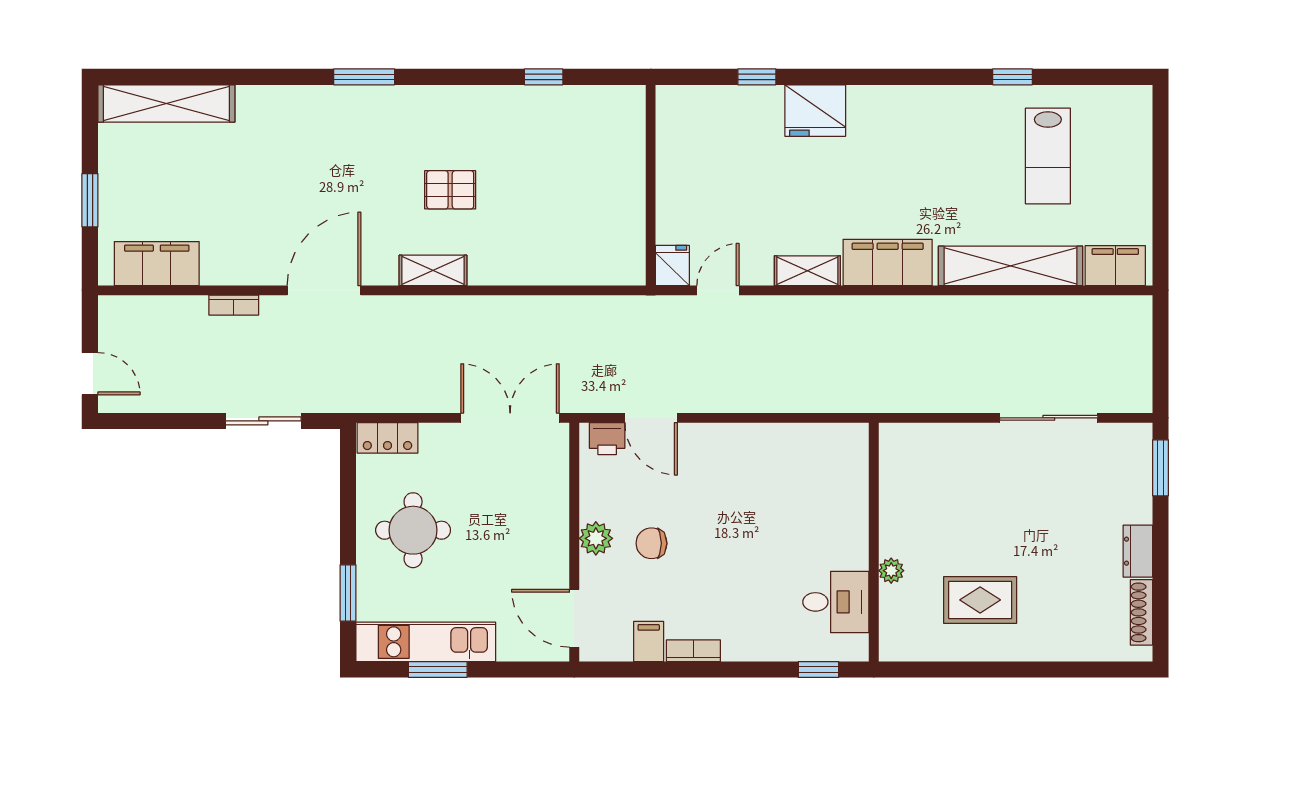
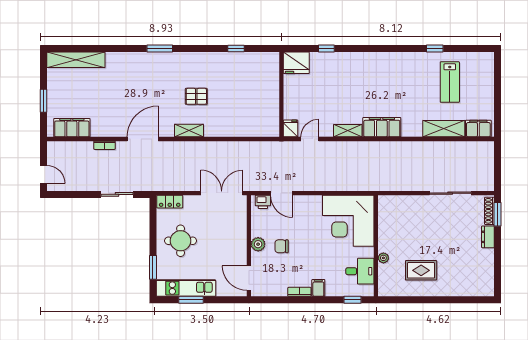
fridge: (815, 111) -> (296, 63), moved
shelving: (1011, 266) -> (444, 129), width x0.68
corner desk: (808, 483) -> (348, 221), added
dresser: (1138, 551) -> (488, 237), moved
shoe rack: (1141, 612) -> (489, 211), moved
filing cabinet: (649, 641) -> (318, 288), moved

